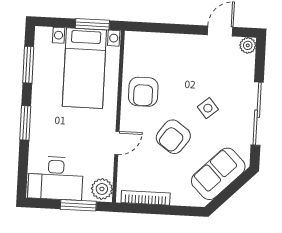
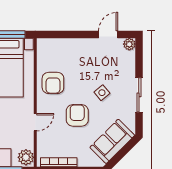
sliding door: (257, 114) -> (139, 95), width x0.73
armchair: (173, 137) -> (77, 115), turned 144

